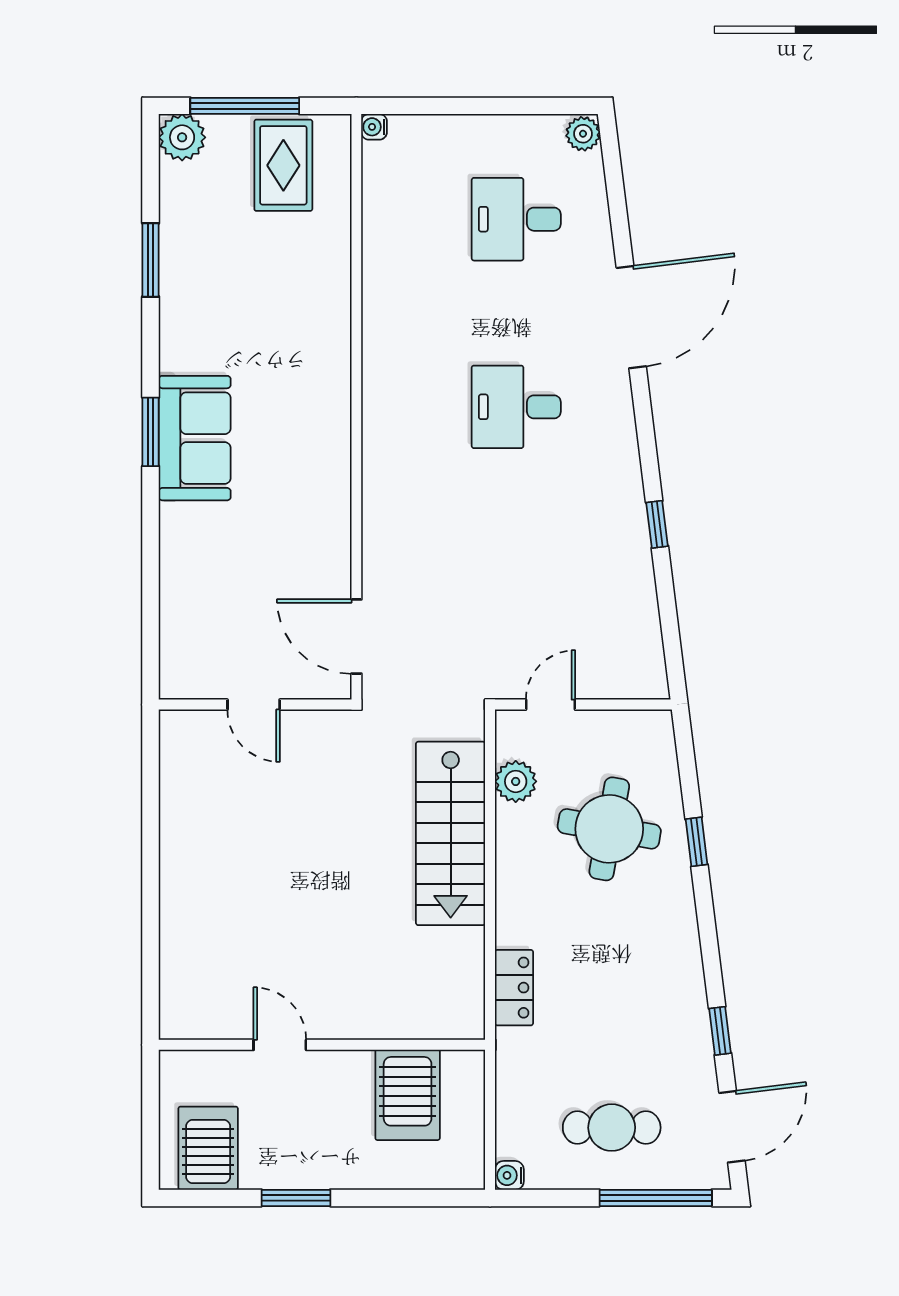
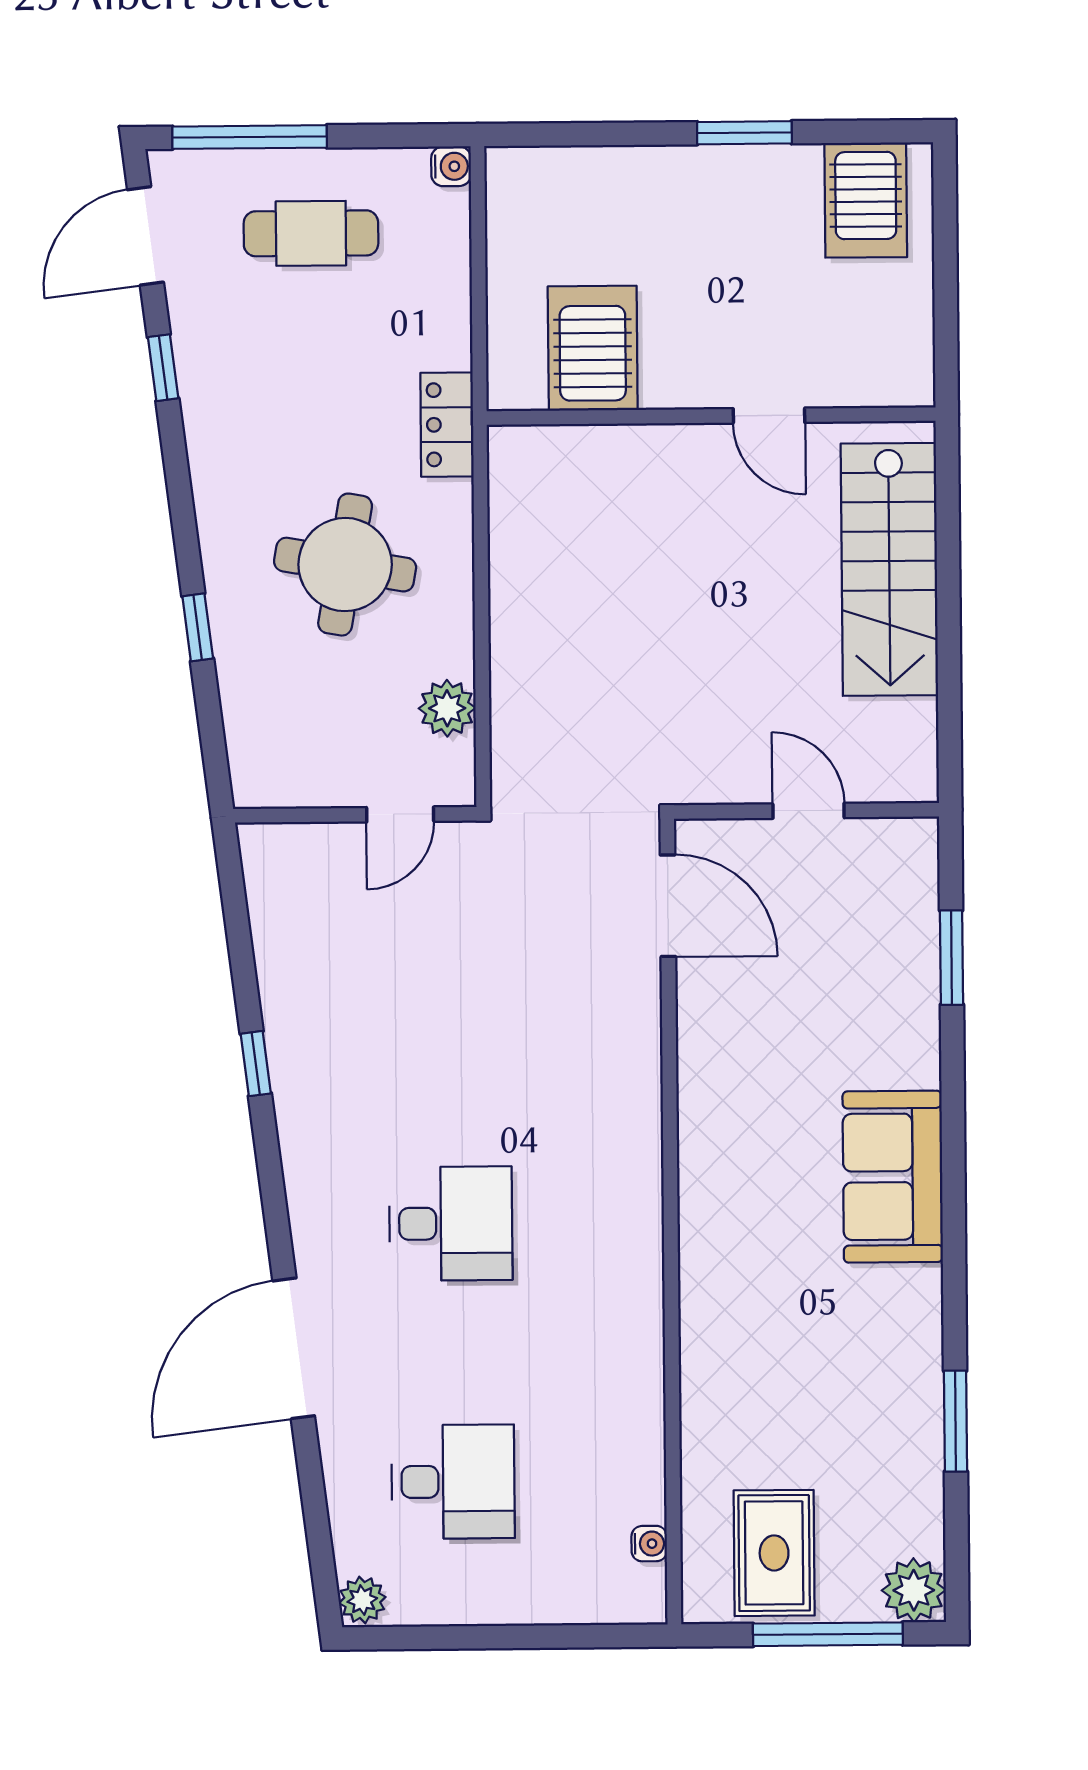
water cooler: (374, 127) -> (649, 1544), moved
window: (151, 432) -> (951, 958), moved
round table: (609, 829) -> (345, 565), moved
stairs: (451, 833) -> (889, 569), moved, turned 180
door: (280, 1045) -> (769, 416), moved
wall: (322, 1045) -> (711, 416), moved
server rack: (408, 1095) -> (593, 348), moved

